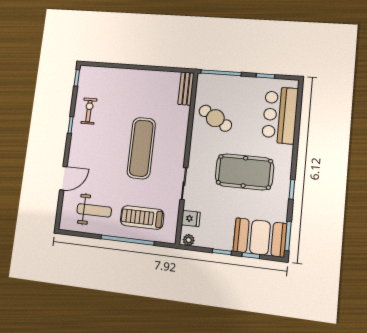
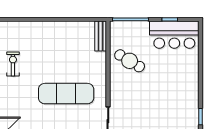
bar counter: (280, 115) -> (174, 35), moved, turned -90
exercise mat: (141, 148) -> (66, 94), turned 90
pool table: (244, 172) -> (159, 106), removed

